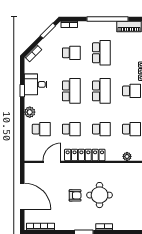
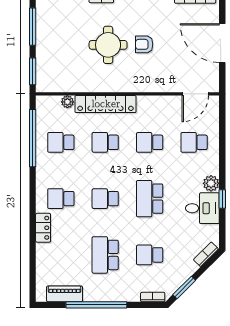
school desk: (101, 91) -> (105, 199), width x0.54
plant: (30, 112) -> (211, 183), moved
locker: (85, 155) -> (106, 104), moved
door: (52, 162) -> (195, 94), moved

